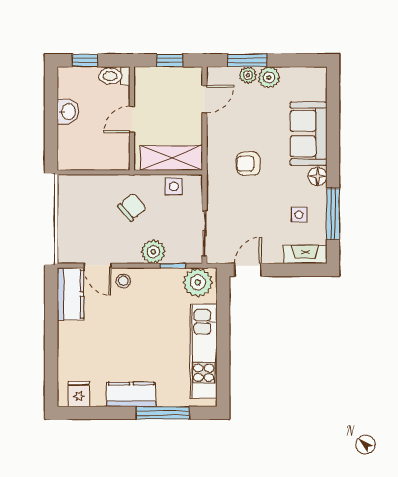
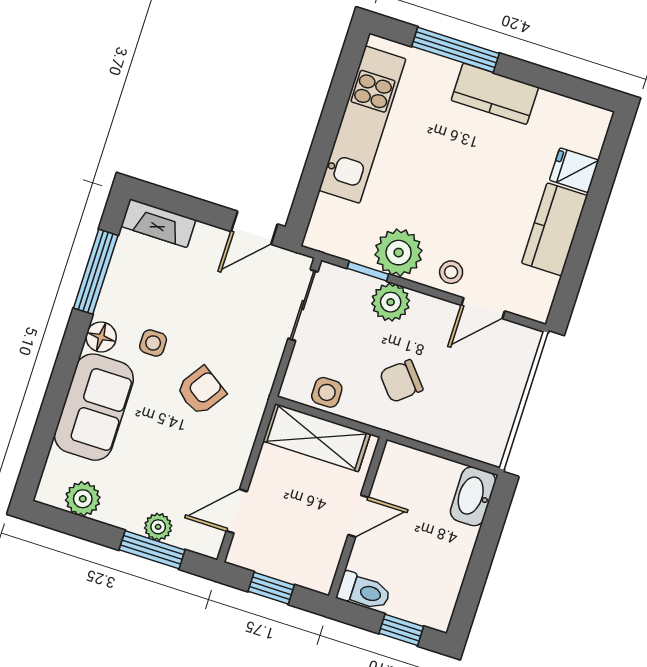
plant: (269, 77) -> (83, 499), moved
washbasin: (68, 112) -> (473, 496), moved, width x1.38
armchair: (248, 164) -> (201, 391), turned -56
side table: (299, 215) -> (153, 343), moved
door: (98, 266) -> (483, 308), swing flipped
plant: (198, 282) -> (399, 253), moved
kitchen counter: (70, 294) -> (555, 229), moved
fridge: (79, 394) -> (574, 170), moved, turned 90

